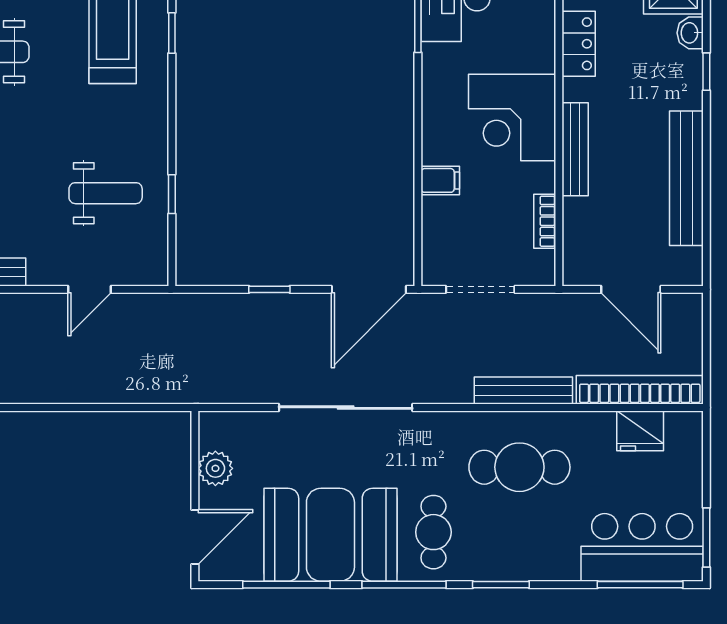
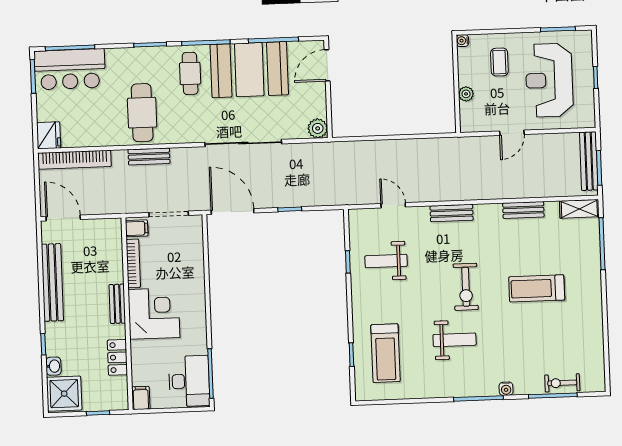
bench: (575, 149) -> (117, 304), width x0.73
filing cabinet: (440, 180) -> (137, 228), moved, turned 180
bookcase: (545, 221) -> (133, 263), width x1.56
door: (90, 289) -> (393, 205), hinge flipped
door: (369, 289) -> (233, 212), hinge flipped
door: (631, 289) -> (63, 218), moved
bench: (523, 391) -> (149, 157), width x0.73
fridge: (640, 431) -> (49, 135), moved, turned 90
cafe table: (519, 467) -> (142, 113), turned 90
plant: (215, 468) -> (318, 128), moved

